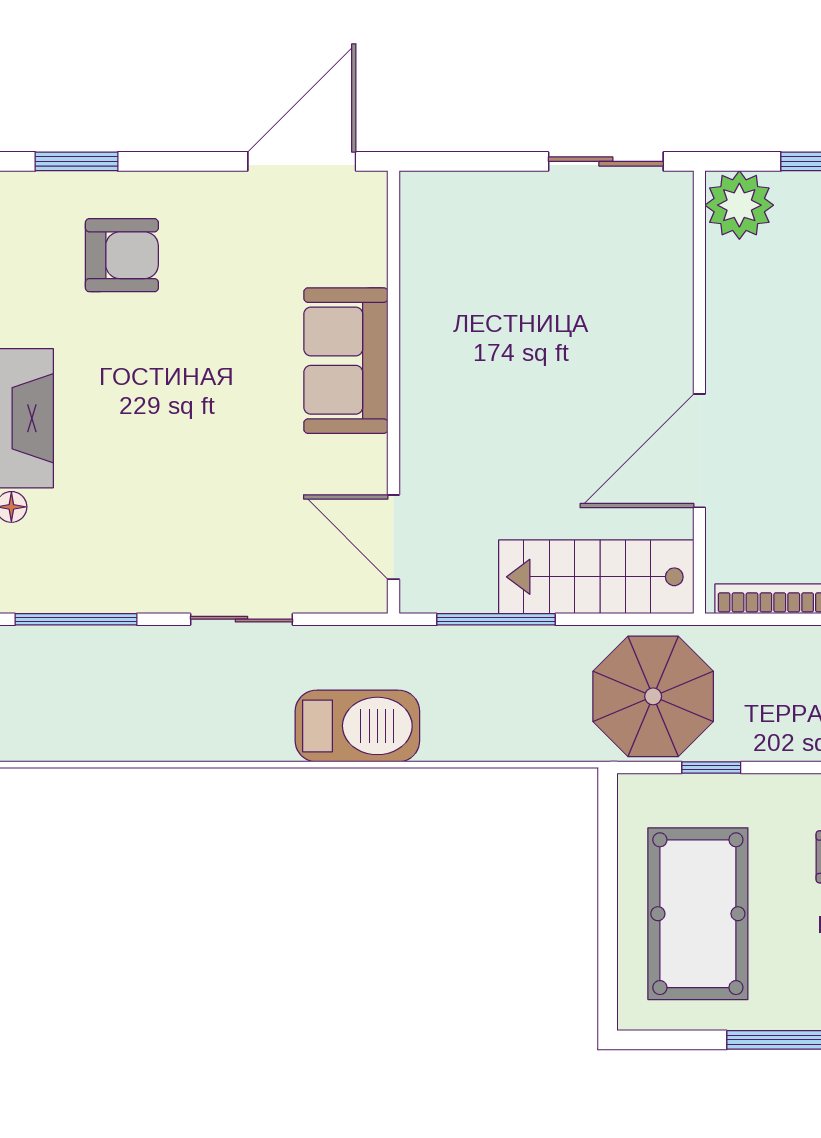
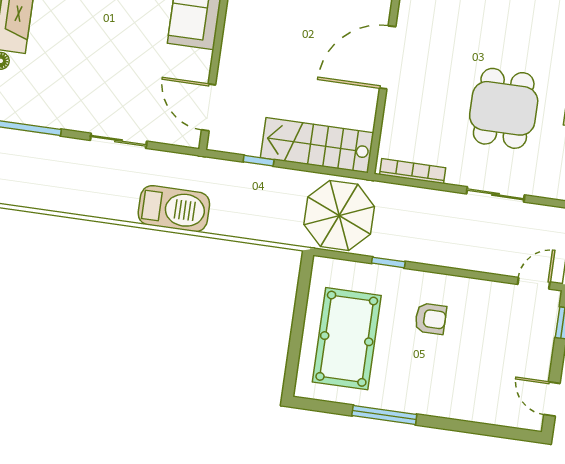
door: (699, 451) -> (388, 57), moved
window: (496, 619) -> (259, 161), width x0.46
window: (711, 767) -> (388, 262), moved

